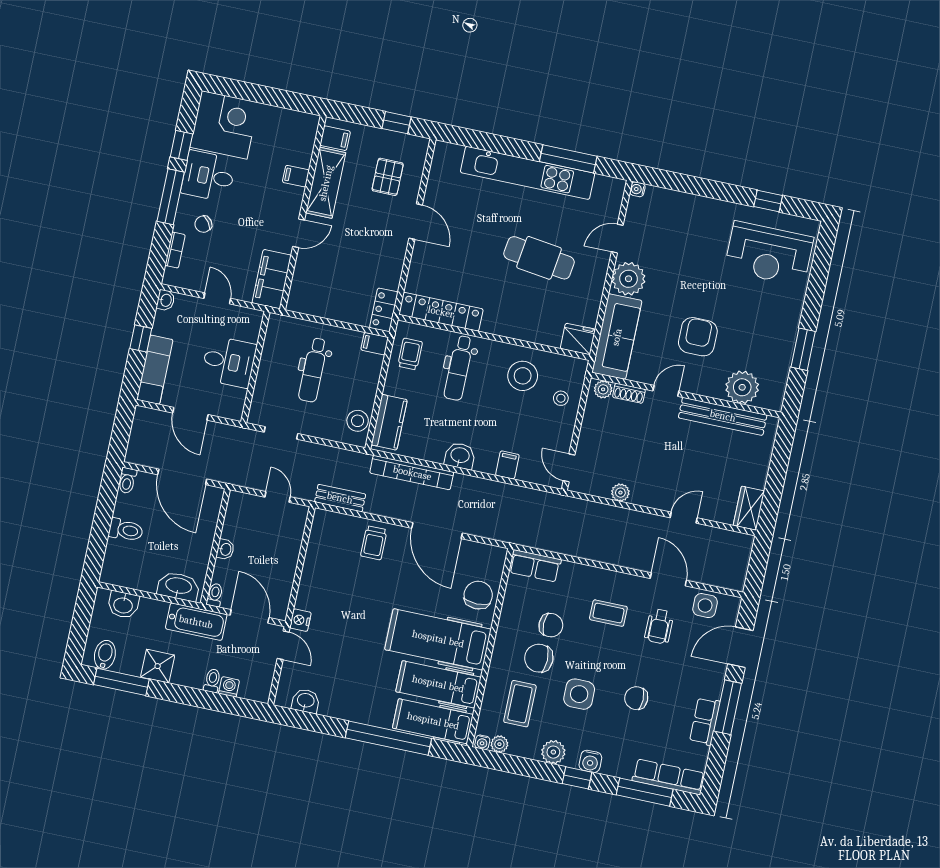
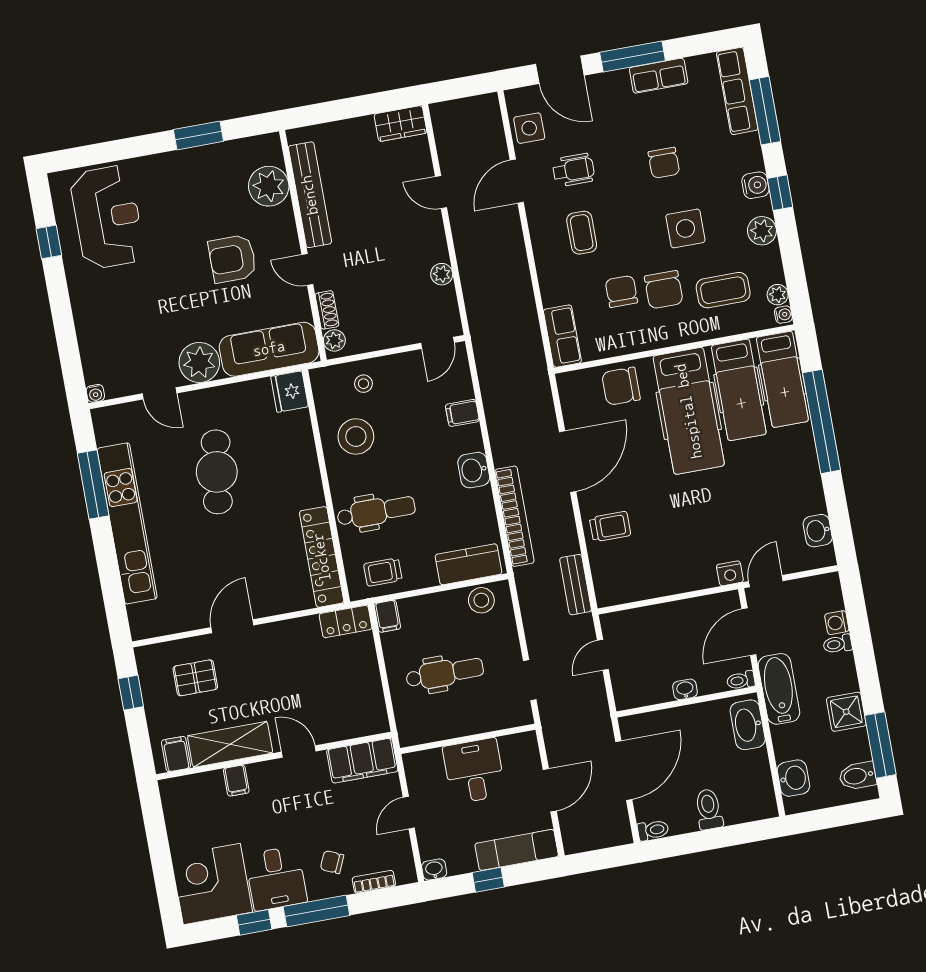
chair: (203, 224) -> (332, 862), turned 151

